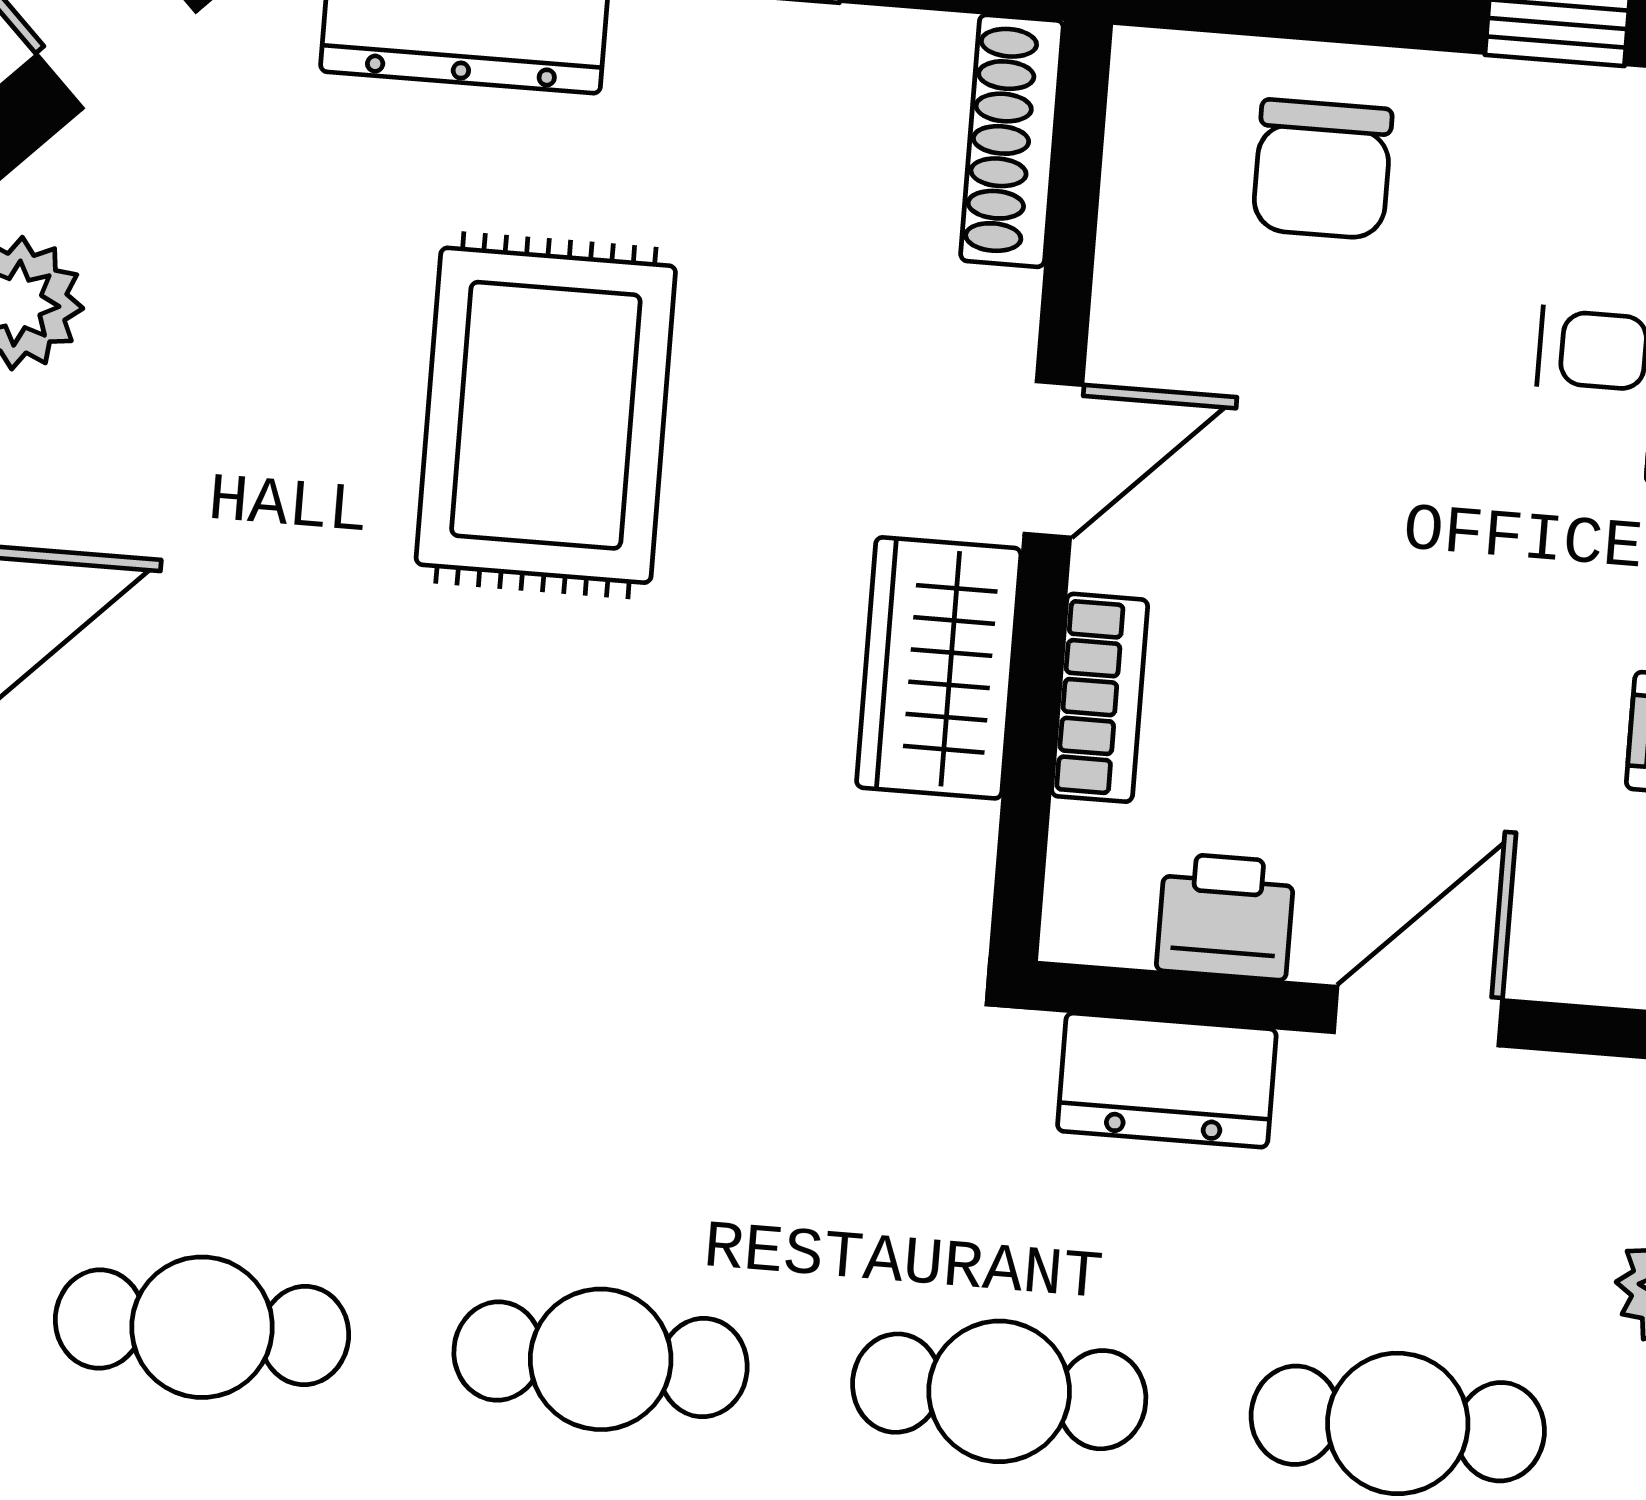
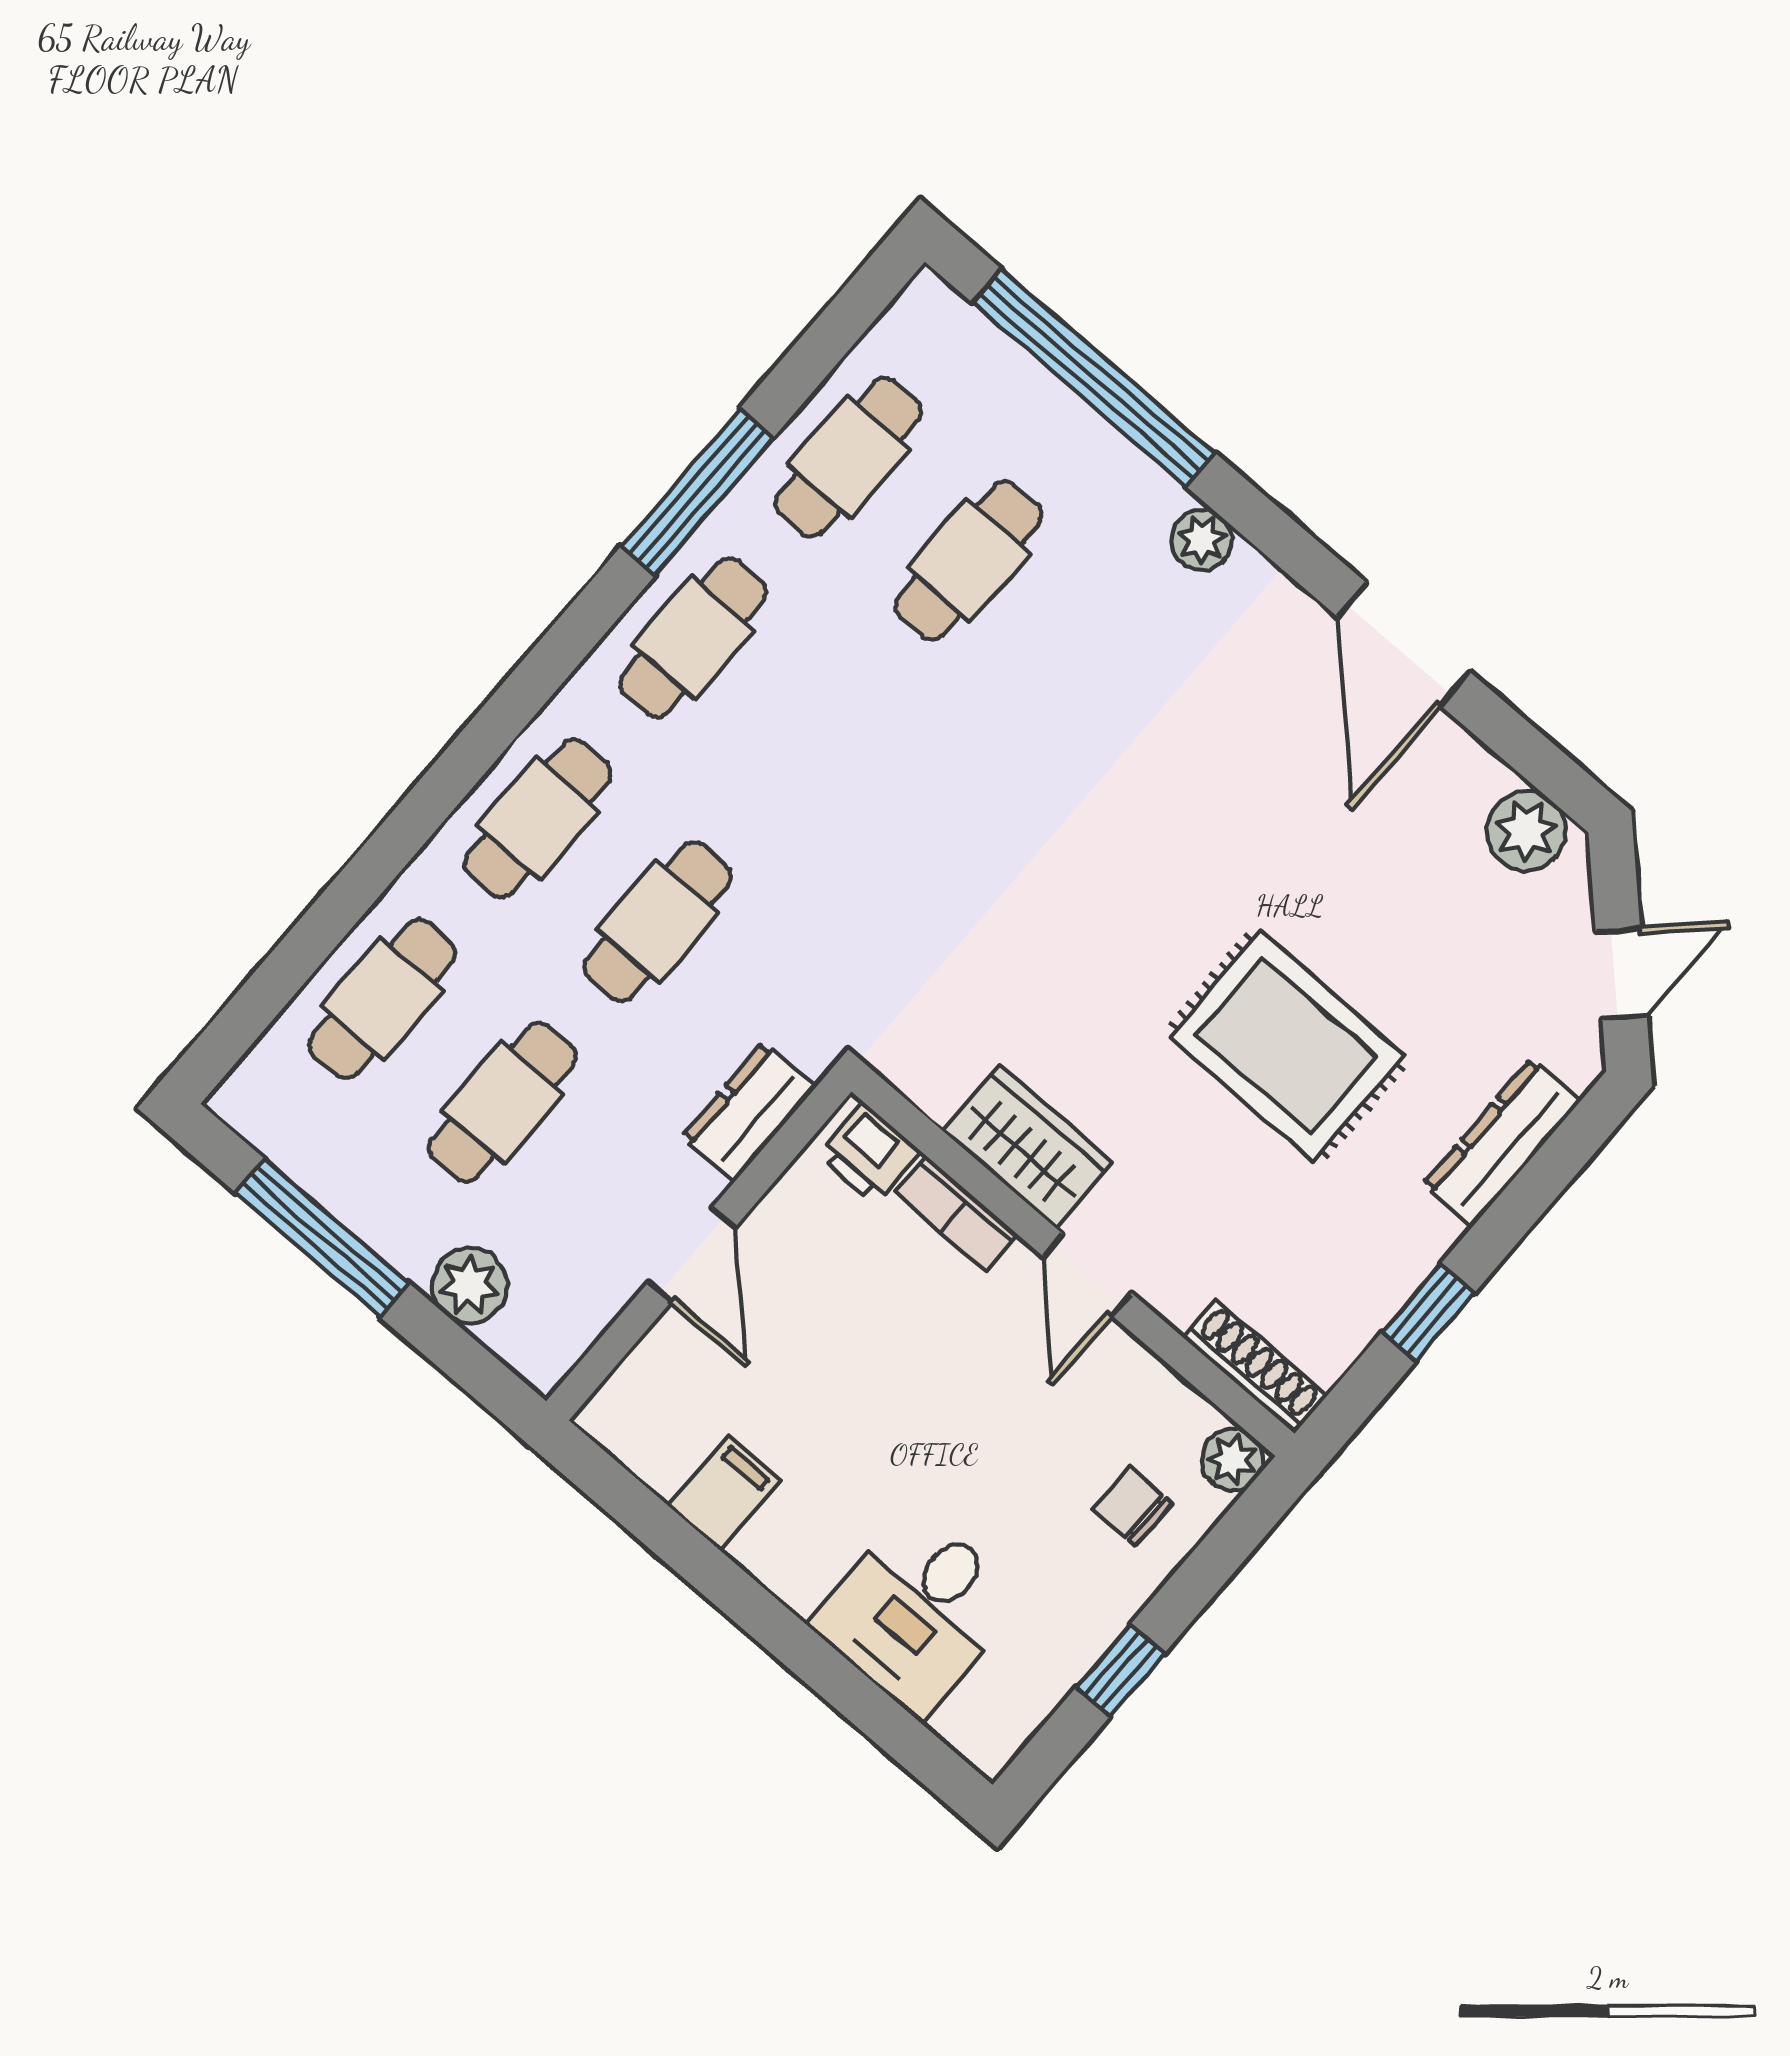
plant: (1160, 80) -> (1232, 1459), added
chair: (1322, 169) -> (1133, 1506), width x0.73, depth x0.73
printer: (1225, 916) -> (869, 1153), moved, turned 90
cafe table: (601, 1359) -> (813, 741), removed

